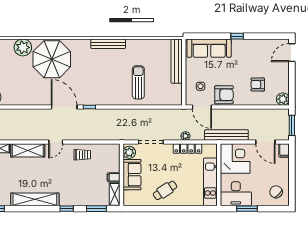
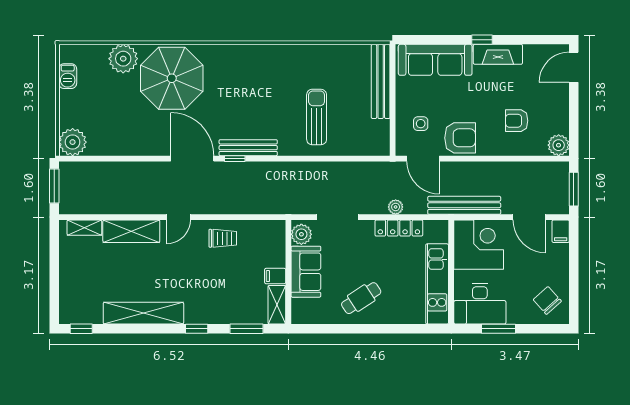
bench: (108, 44) -> (248, 148), moved
fireplace: (247, 45) -> (498, 54), added

